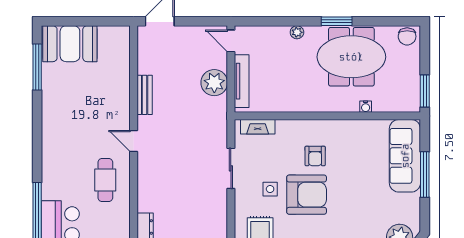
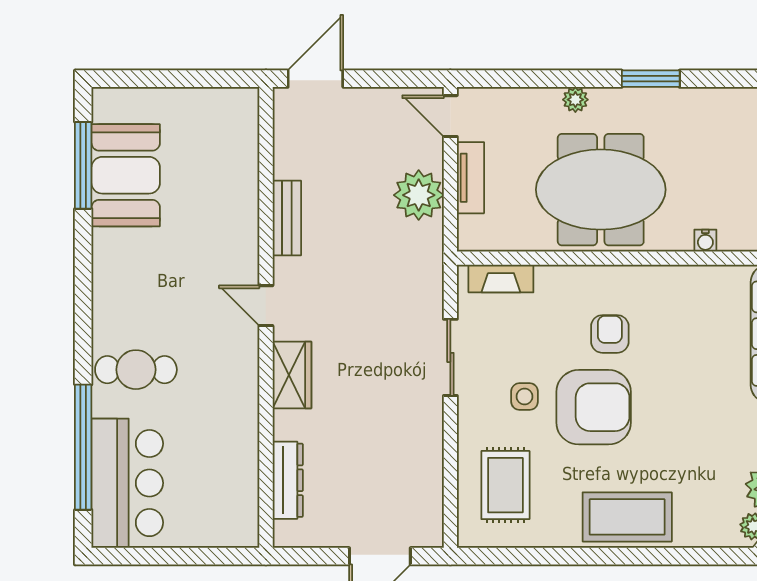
booth: (70, 44) -> (126, 175), moved, turned 90
meeting table: (351, 57) -> (601, 190), moved
tv unit: (242, 81) -> (471, 178), width x0.71
armchair: (315, 156) -> (610, 334), turned 180
wardrobe: (147, 178) -> (292, 375), added
cafe table: (105, 180) -> (136, 370), moved, turned 90

